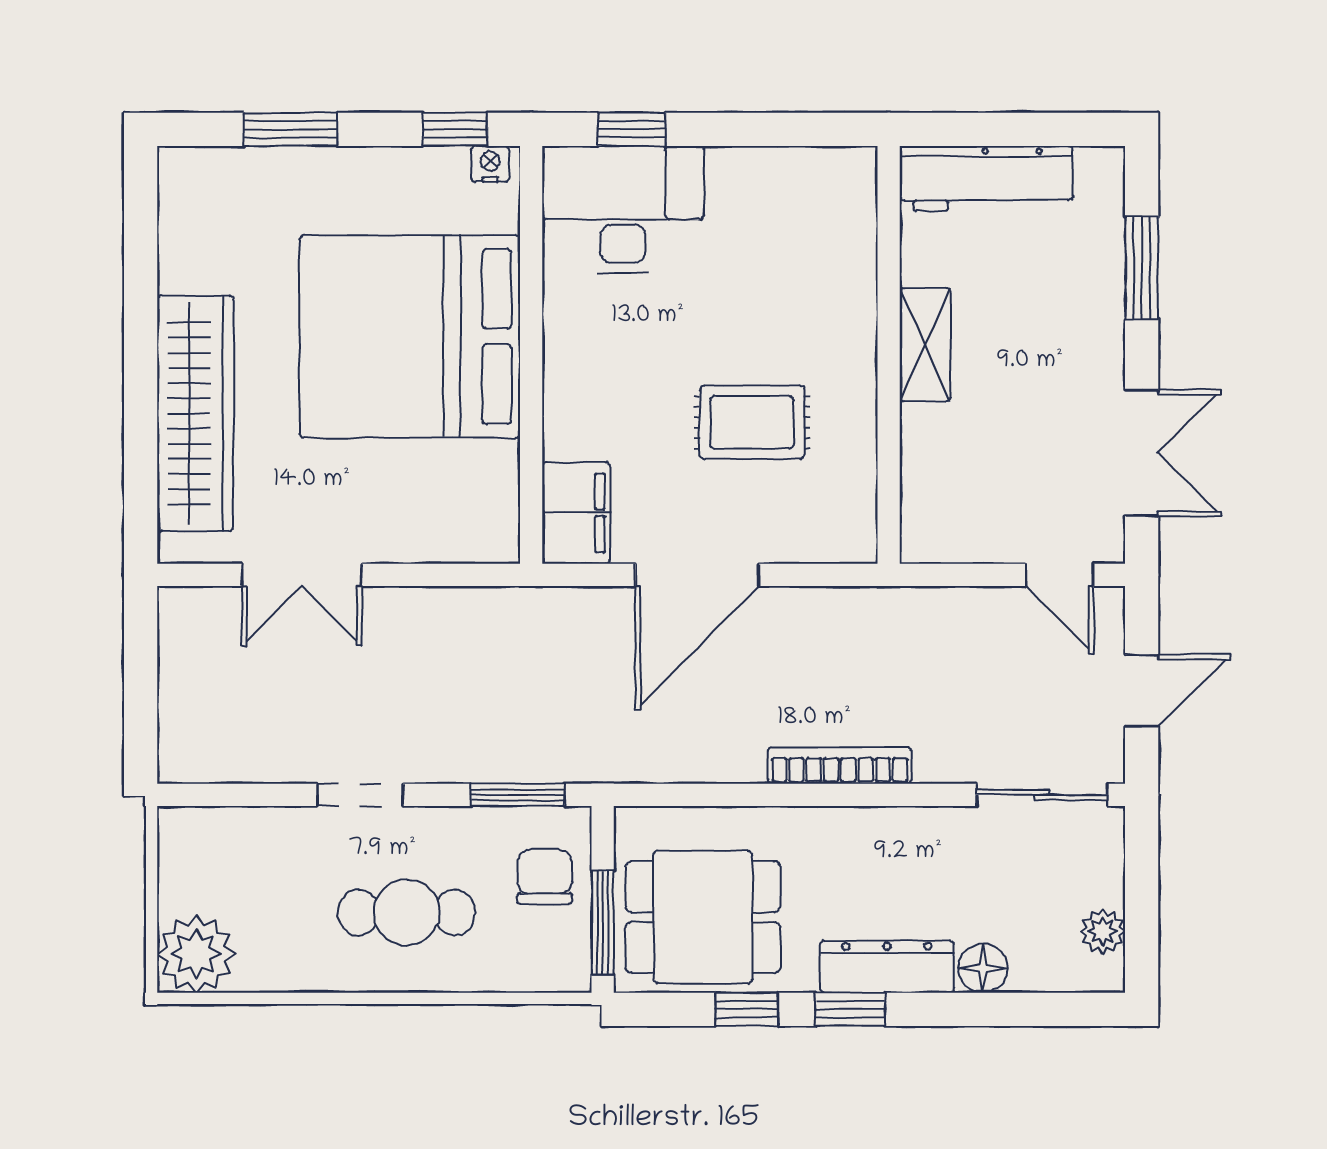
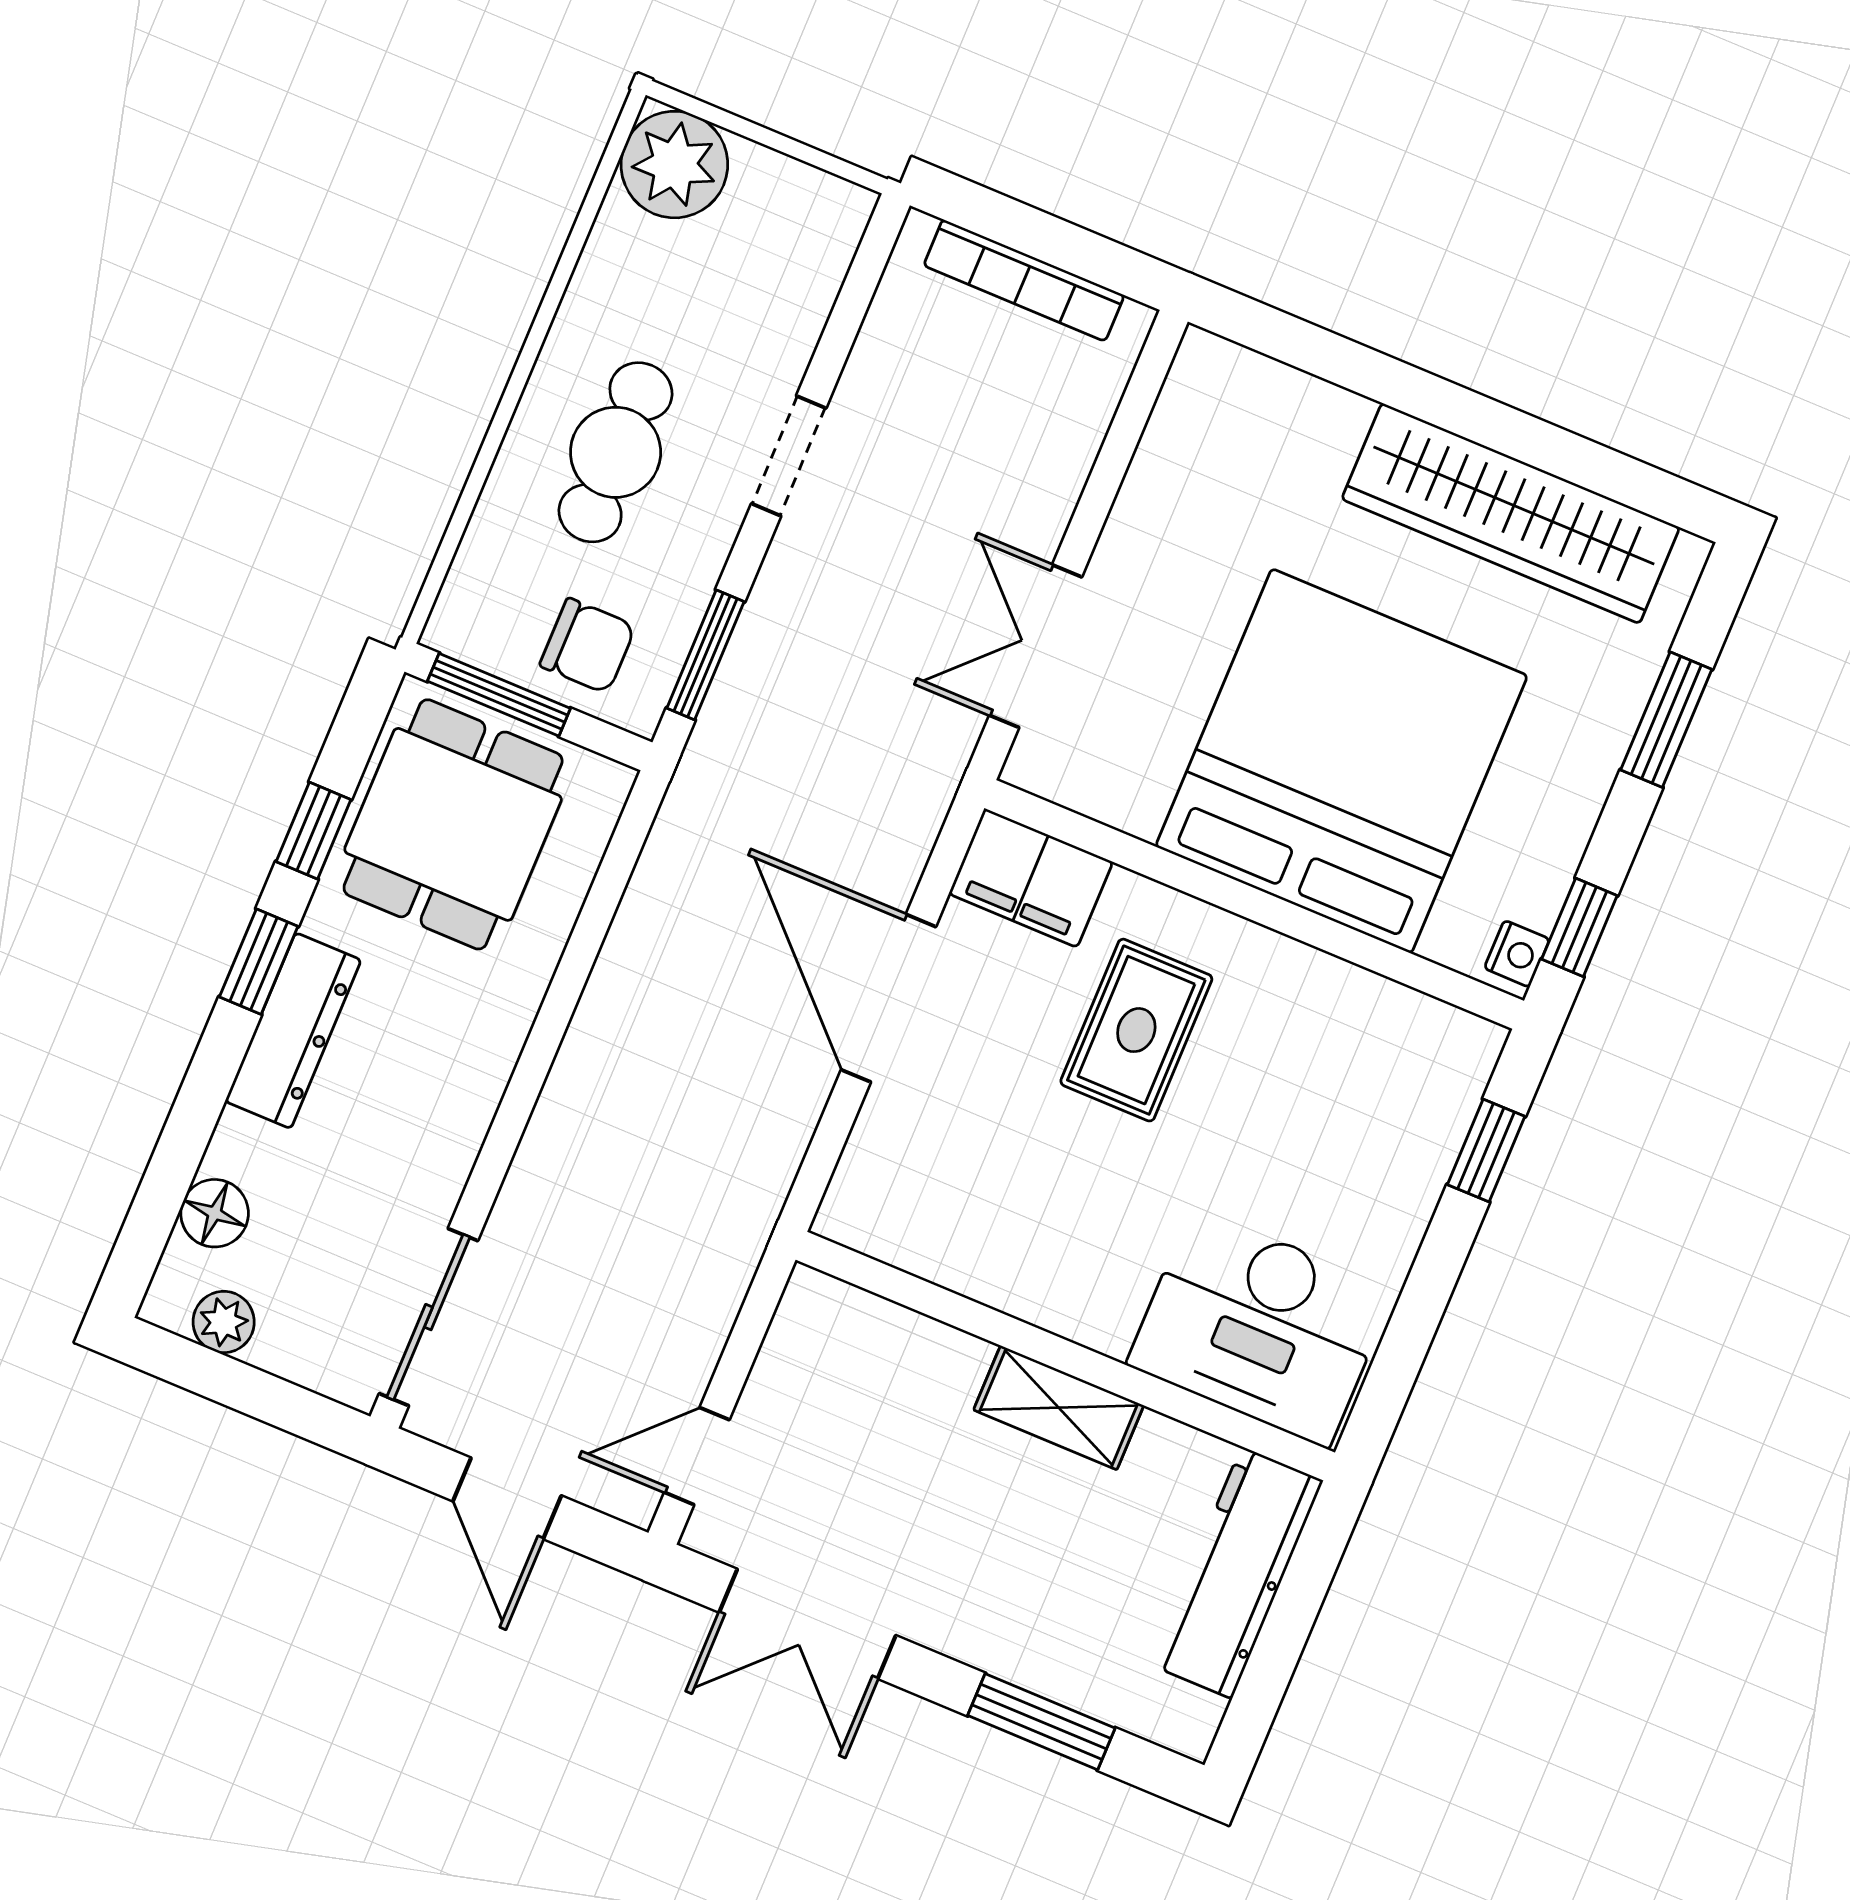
desk: (623, 209) -> (1260, 1327), moved, turned 90
wardrobe: (195, 413) -> (1511, 513), moved
rug: (752, 422) -> (1136, 1030), moved
double door: (302, 575) -> (1036, 646), moved
bookcase: (840, 765) -> (1024, 280), moved, turned 90
floor lamp: (983, 968) -> (215, 1213), moved

